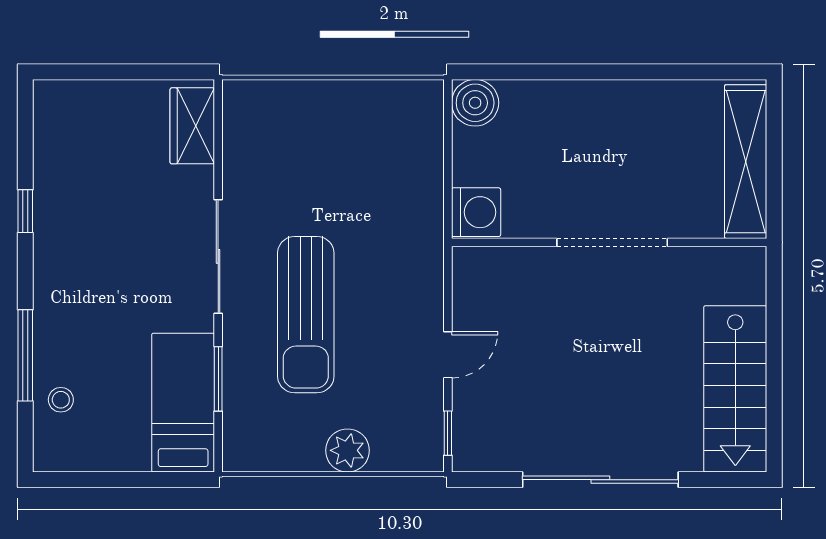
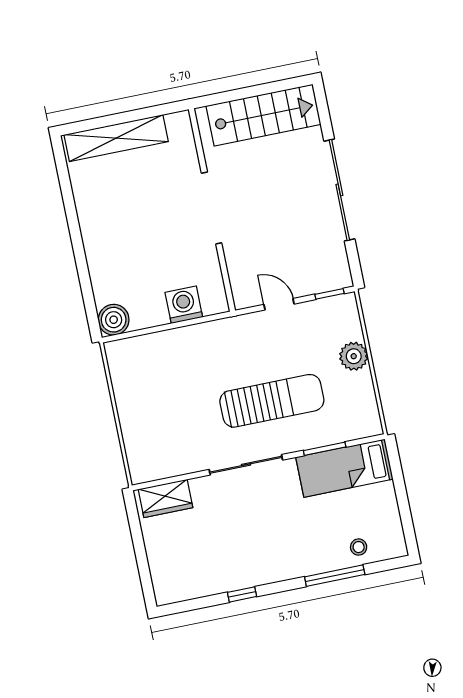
wall: (609, 242) -> (212, 210), moved
doorway: (612, 242) -> (212, 208), moved

